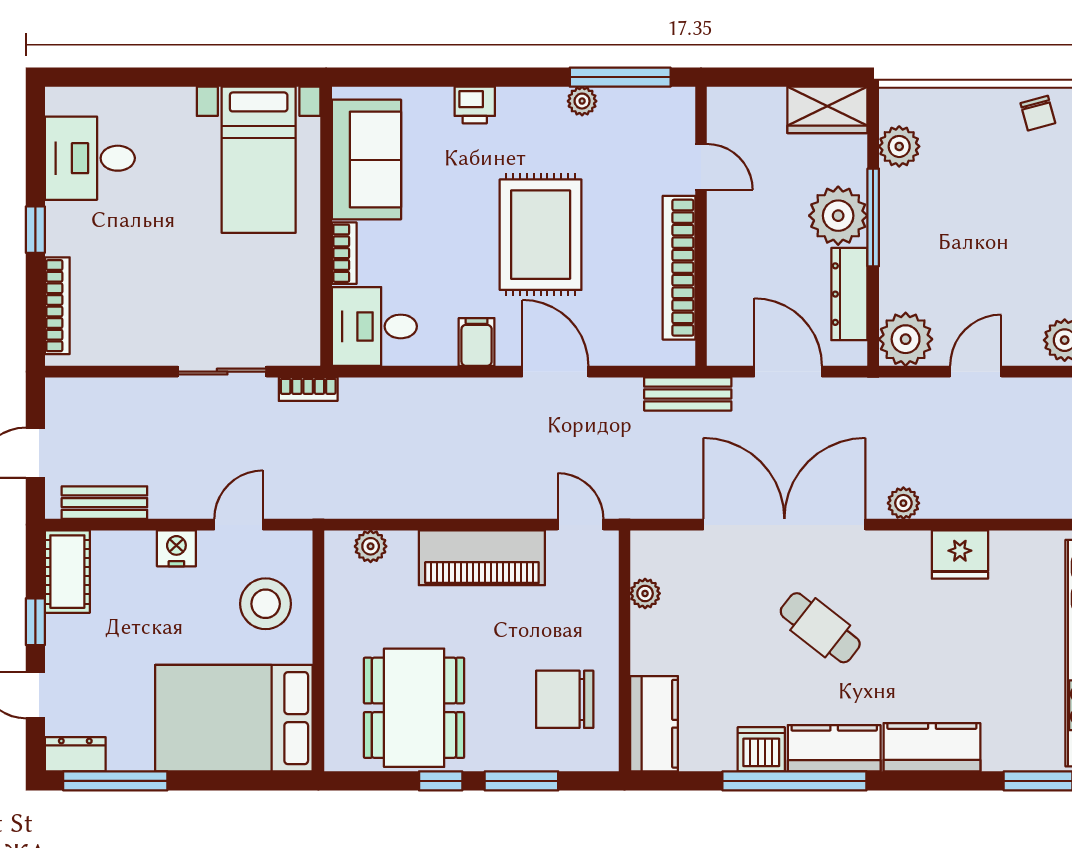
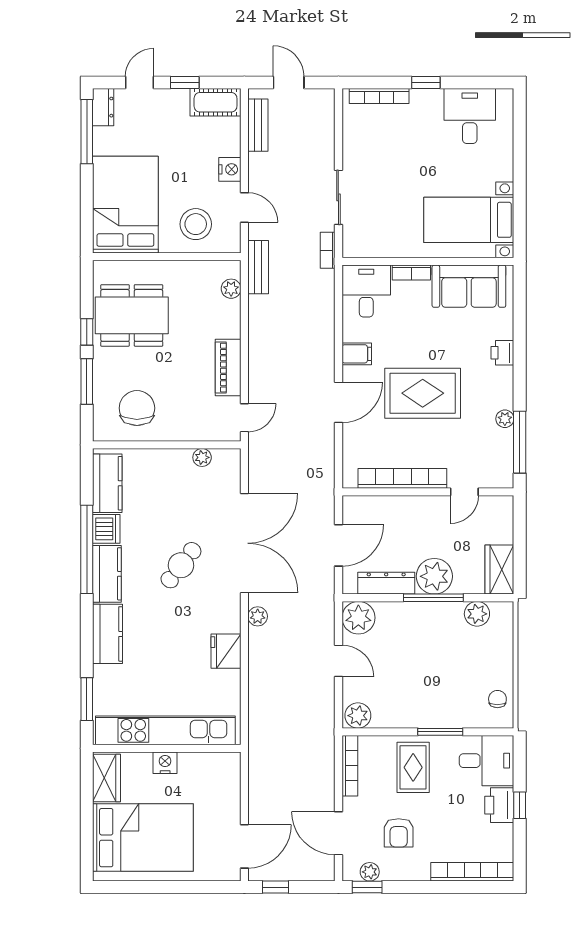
chair: (1038, 113) -> (497, 699), turned 105
bench: (688, 394) -> (258, 267), moved
piano: (482, 558) -> (228, 368), width x0.73, depth x0.75
kitchen counter: (654, 724) -> (107, 483), moved, turned -90

